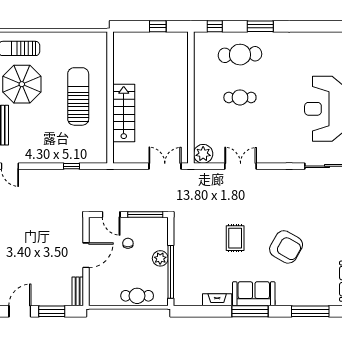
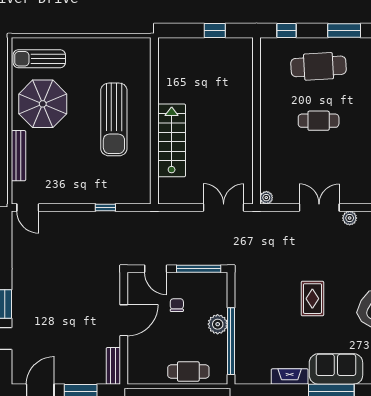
sun lounger: (78, 96) -> (114, 119), turned 180
plant: (203, 154) -> (266, 198), width x0.53, depth x0.53
plant: (265, 174) -> (350, 218), added

